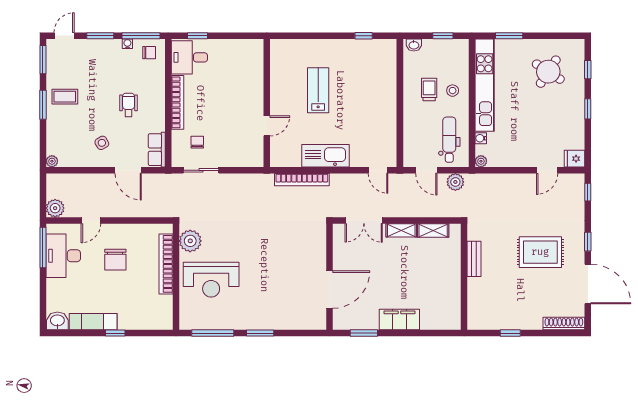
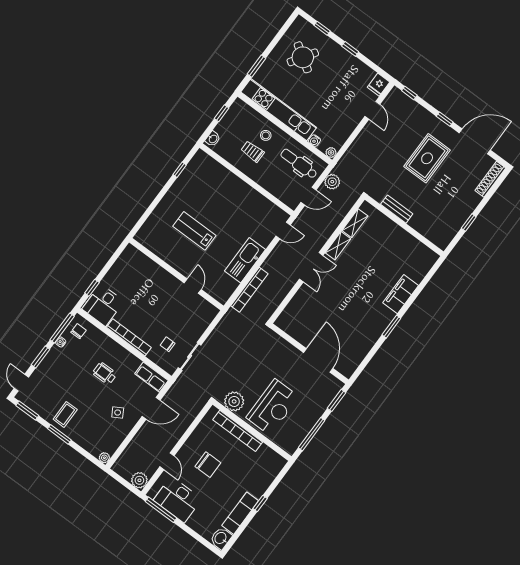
wall: (329, 277) -> (309, 354), moved
door: (329, 290) -> (318, 360), moved

